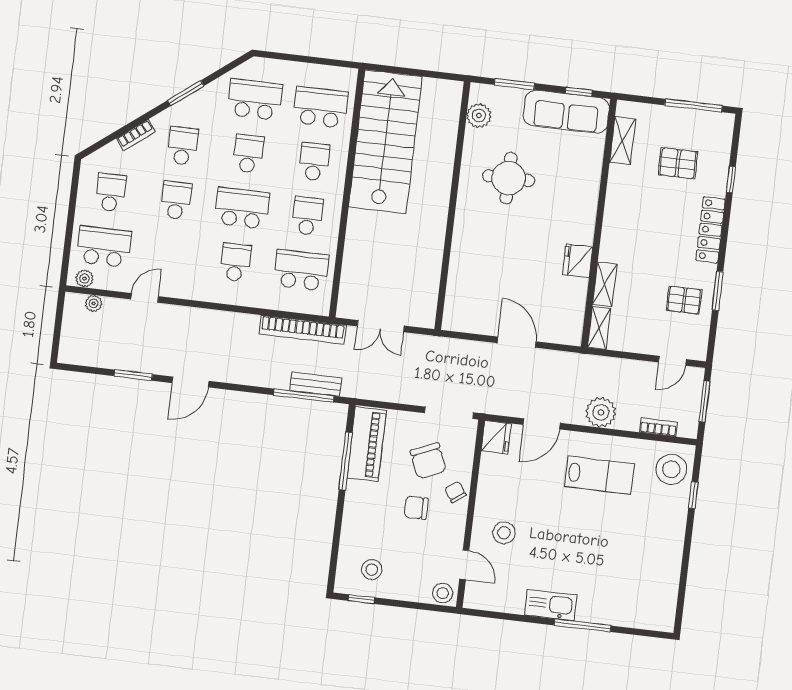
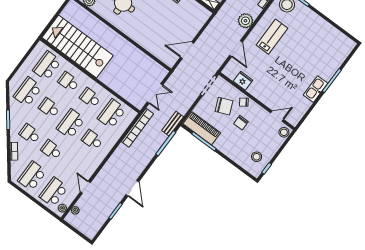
school desk: (110, 192) -> (32, 176), width x1.85
door: (517, 342) -> (187, 50), moved
bench: (316, 384) -> (173, 124), moved
fridge: (496, 437) -> (243, 81), moved
stool: (504, 533) -> (273, 91), removed

